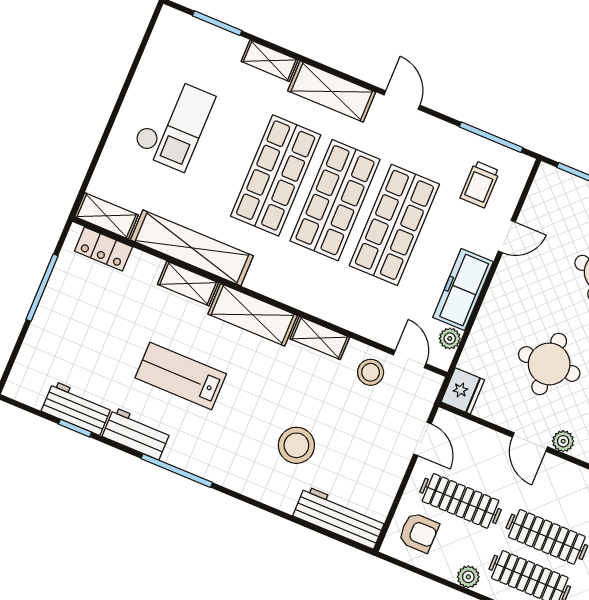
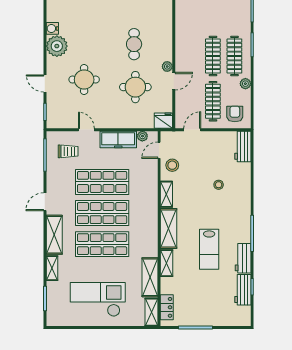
checkout: (173, 123) -> (98, 299), width x1.36, depth x1.21
shelving: (192, 248) -> (150, 277), width x0.68
stool: (296, 445) -> (219, 185), width x0.53, depth x0.53
workbench: (339, 517) -> (243, 146), width x0.73

